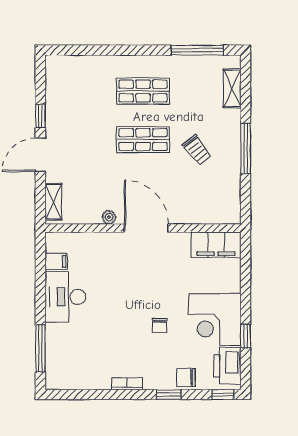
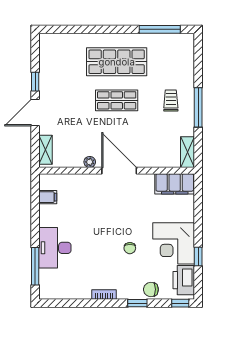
shelving: (232, 88) -> (187, 152), moved
shop shelf: (143, 91) -> (117, 62), width x1.43, depth x1.36
trolley: (197, 150) -> (171, 100), moved, turned -142
desk: (65, 297) -> (55, 248), moved

